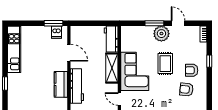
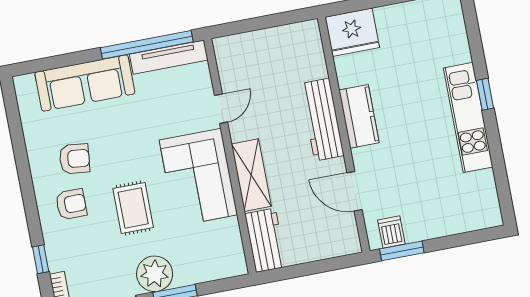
kitchen unit: (14, 49) -> (468, 117), moved
window: (209, 61) -> (41, 259), moved
door: (119, 99) -> (221, 109), hinge flipped

